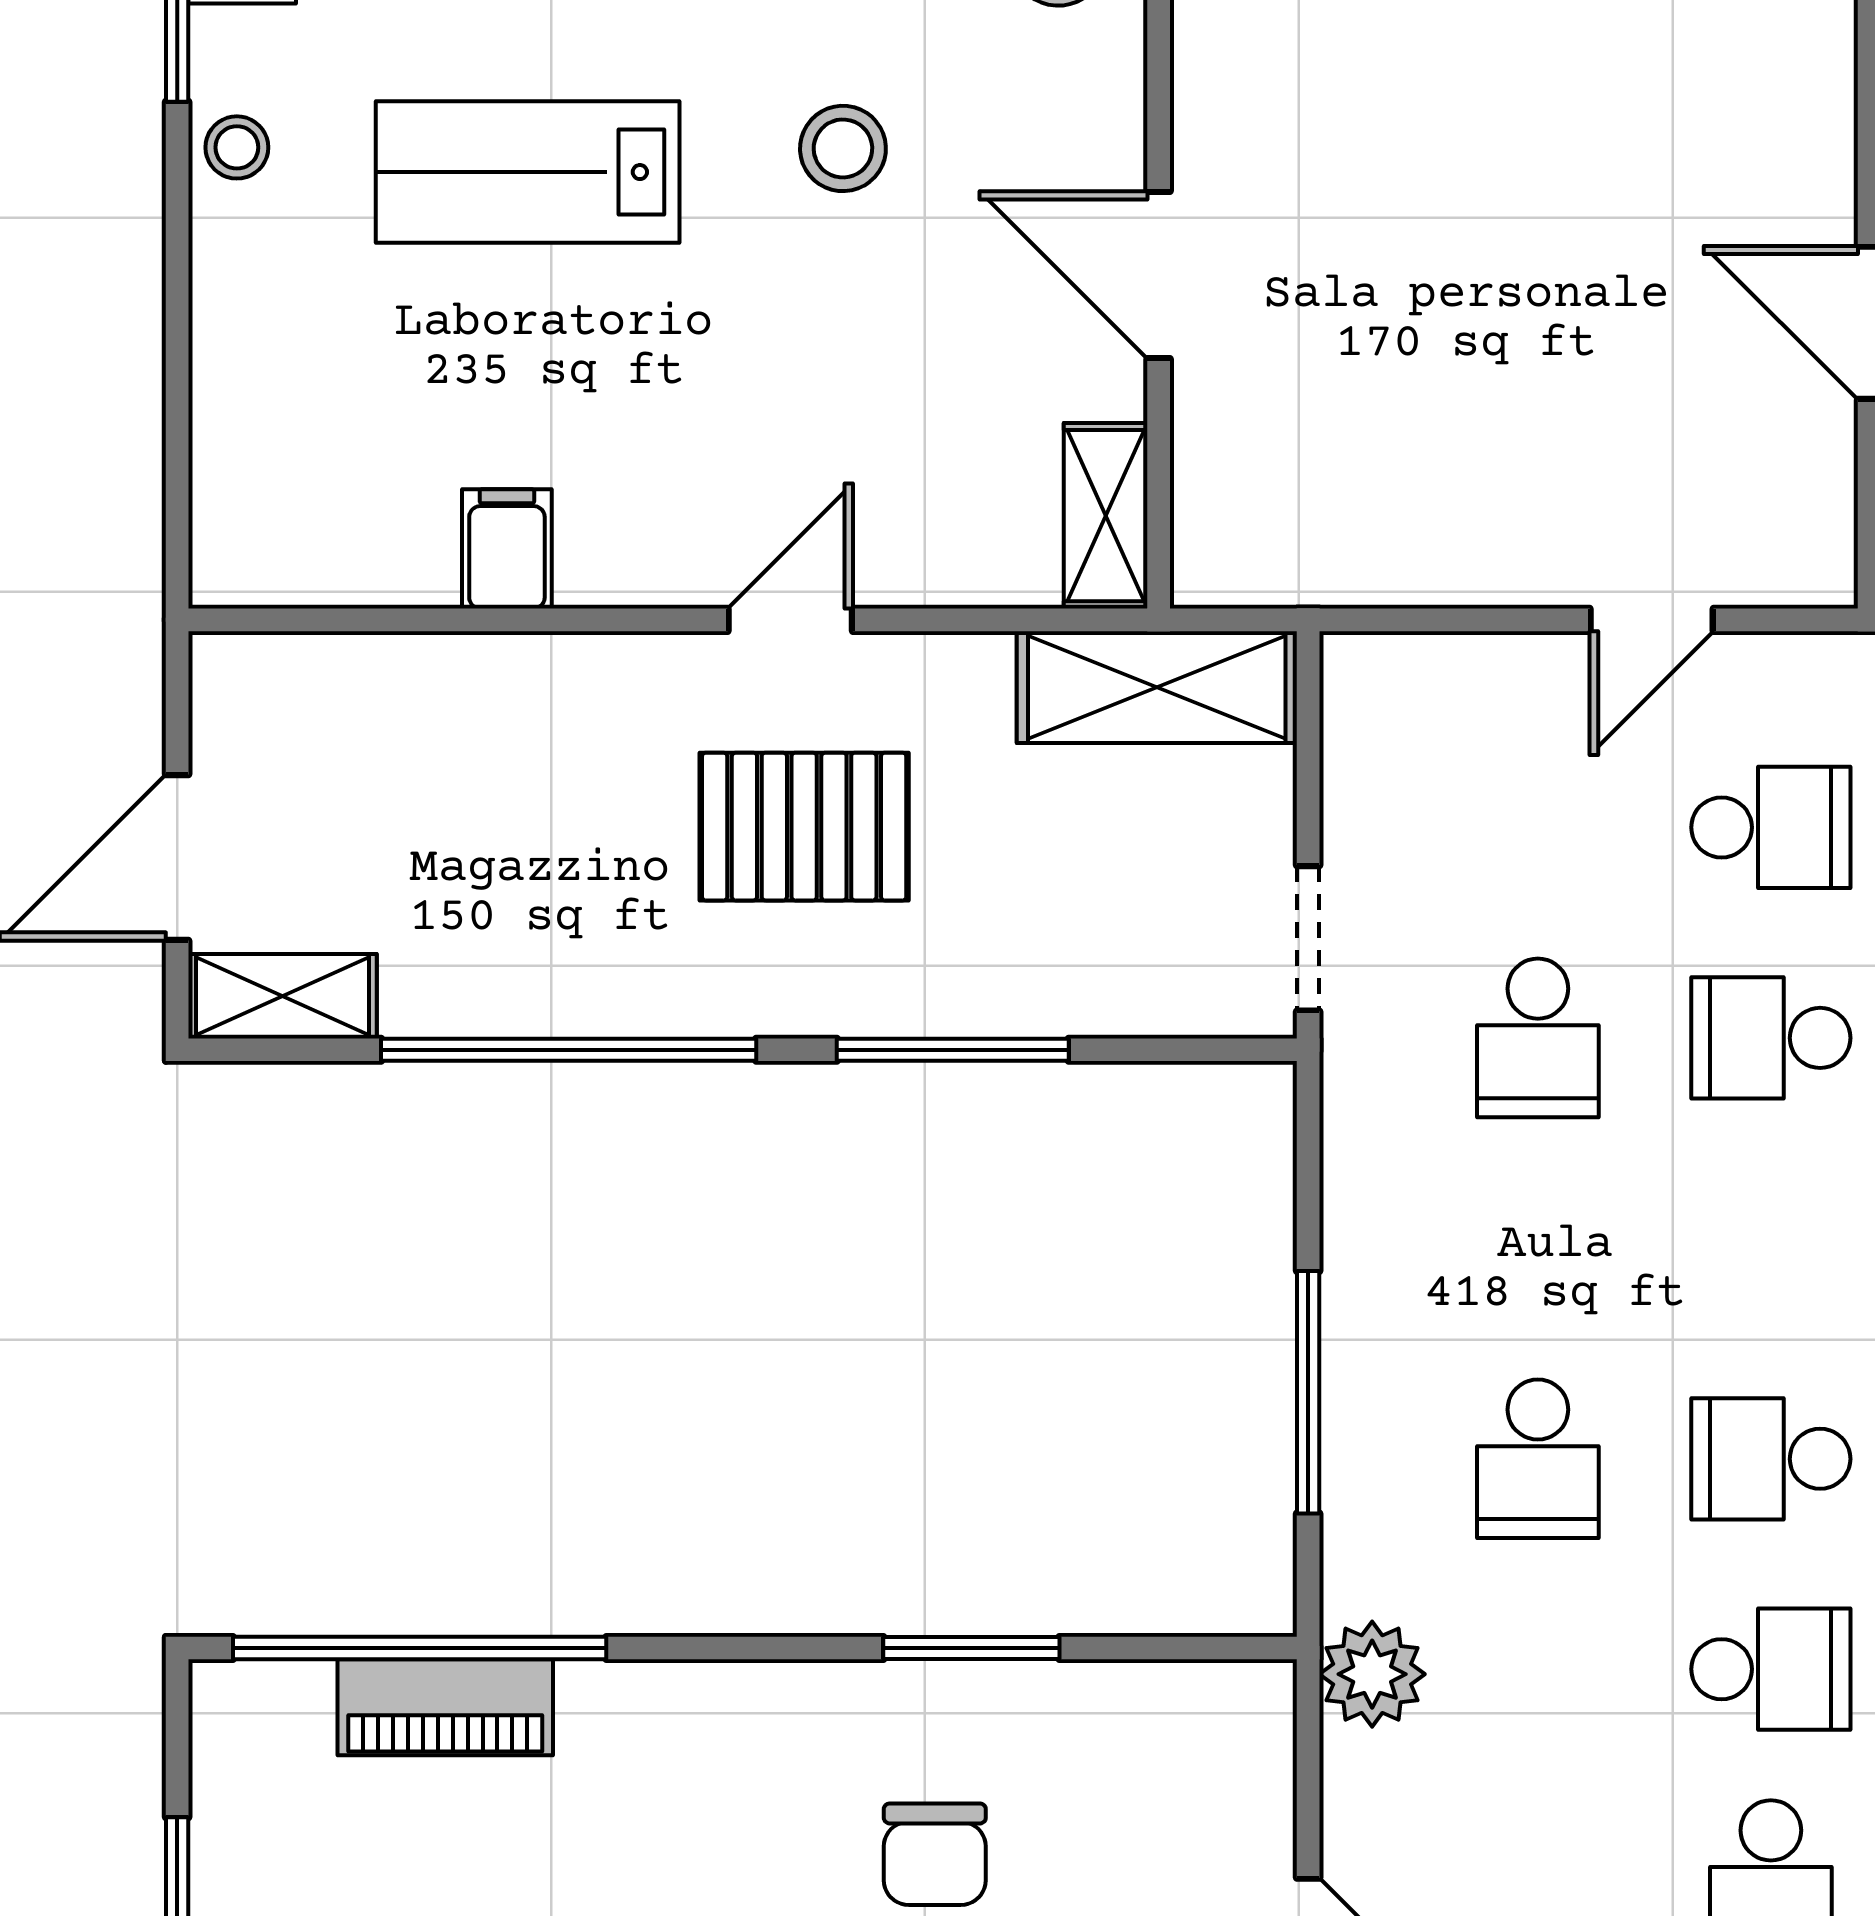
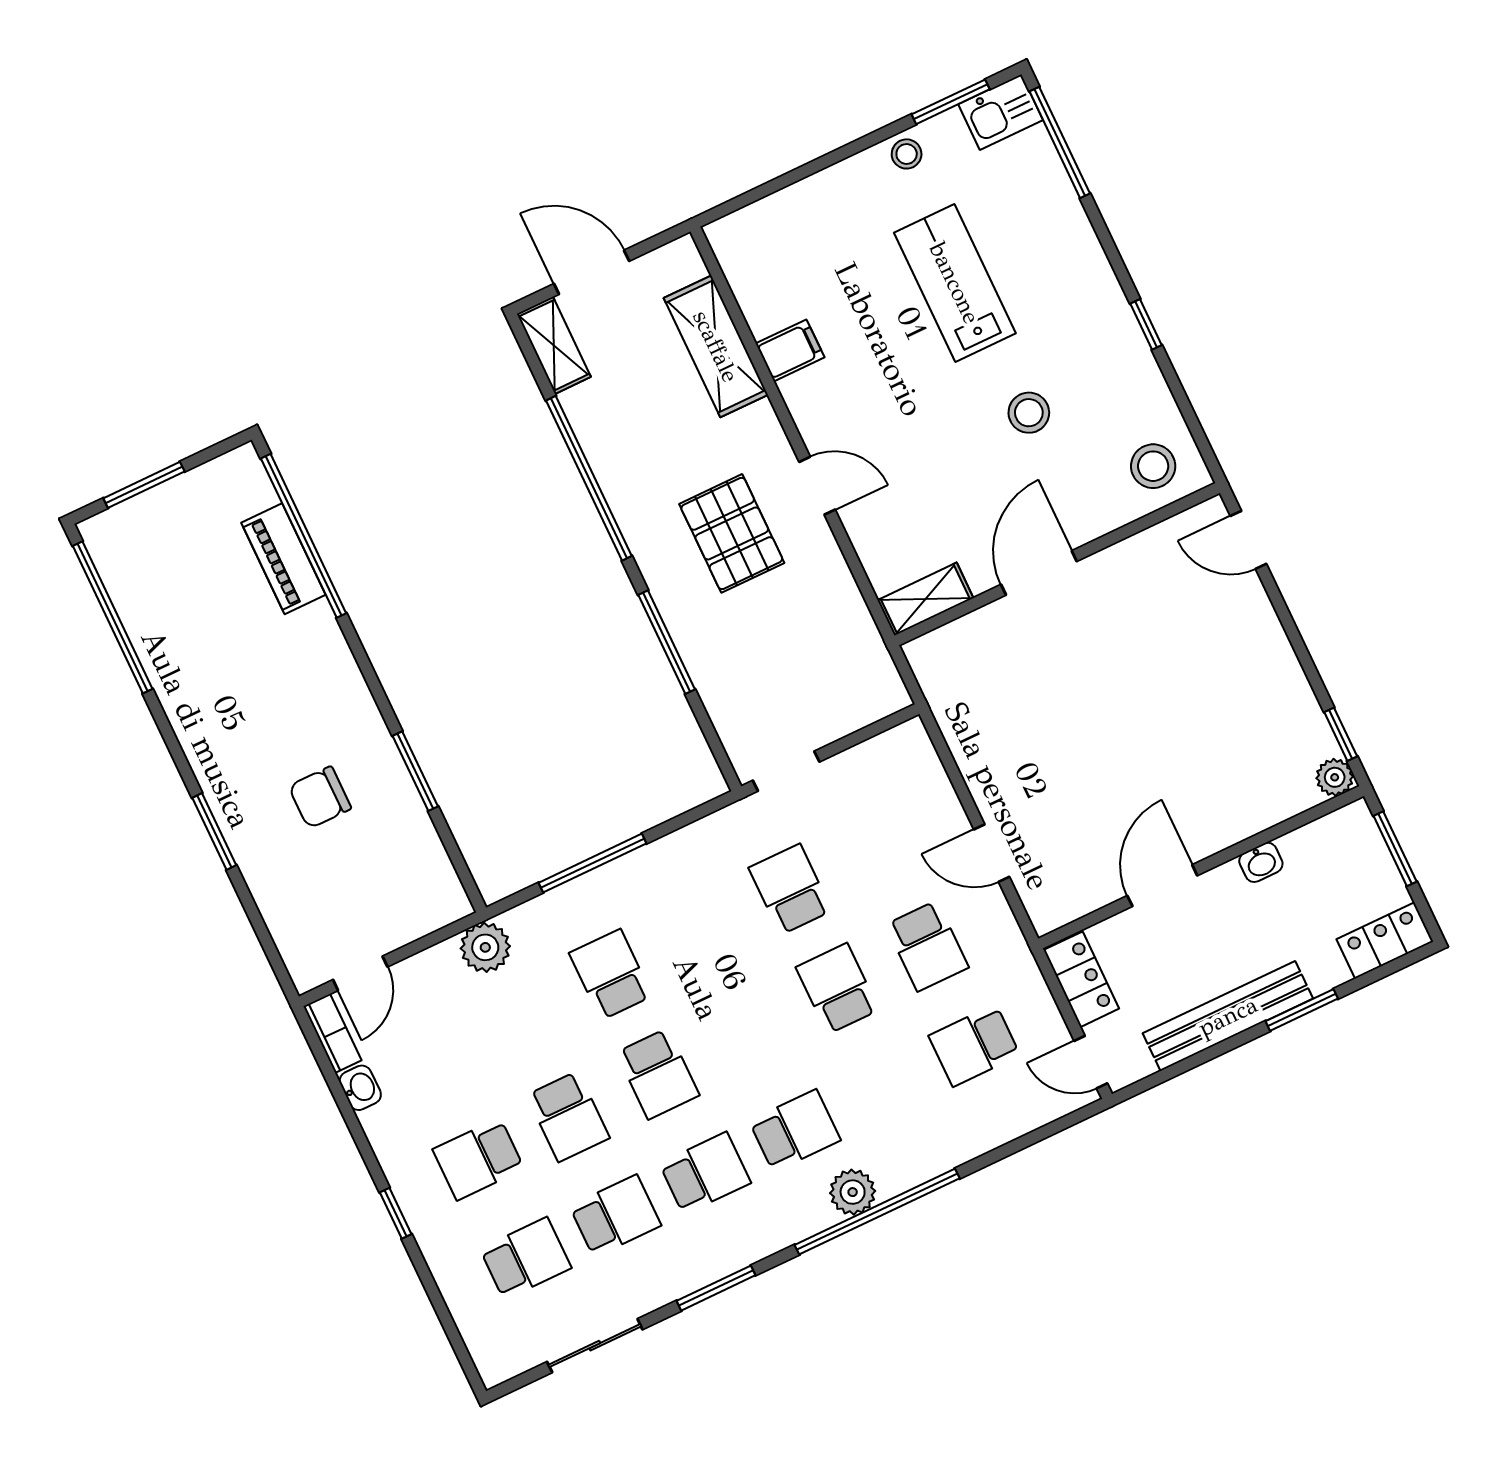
shelving: (1157, 687) -> (716, 346), moved
school desk: (1538, 1038) -> (790, 889), turned 90
school desk: (1538, 1459) -> (611, 974), turned 90
school desk: (1771, 1459) -> (658, 1074), turned 180

